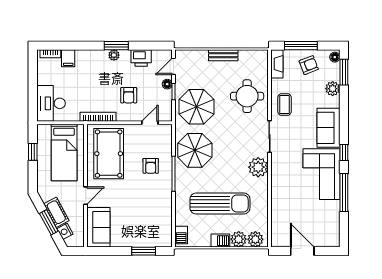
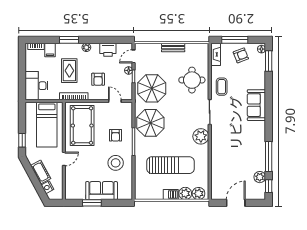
window: (116, 46) -> (69, 40), moved
rug: (92, 84) -> (69, 71), added
plant: (333, 89) -> (260, 177), moved
door: (150, 123) -> (115, 101), hinge flipped
window: (33, 152) -> (22, 140), moved
window: (344, 153) -> (269, 186), moved
corner sofa: (322, 174) -> (251, 142), removed
stool: (151, 201) -> (116, 163), added
window: (49, 222) -> (35, 180), removed
sofa: (98, 227) -> (102, 191), moved, turned -90
barbecue: (181, 235) -> (140, 190), removed
window: (144, 251) -> (92, 203), moved
door: (302, 251) -> (236, 203), hinge flipped

